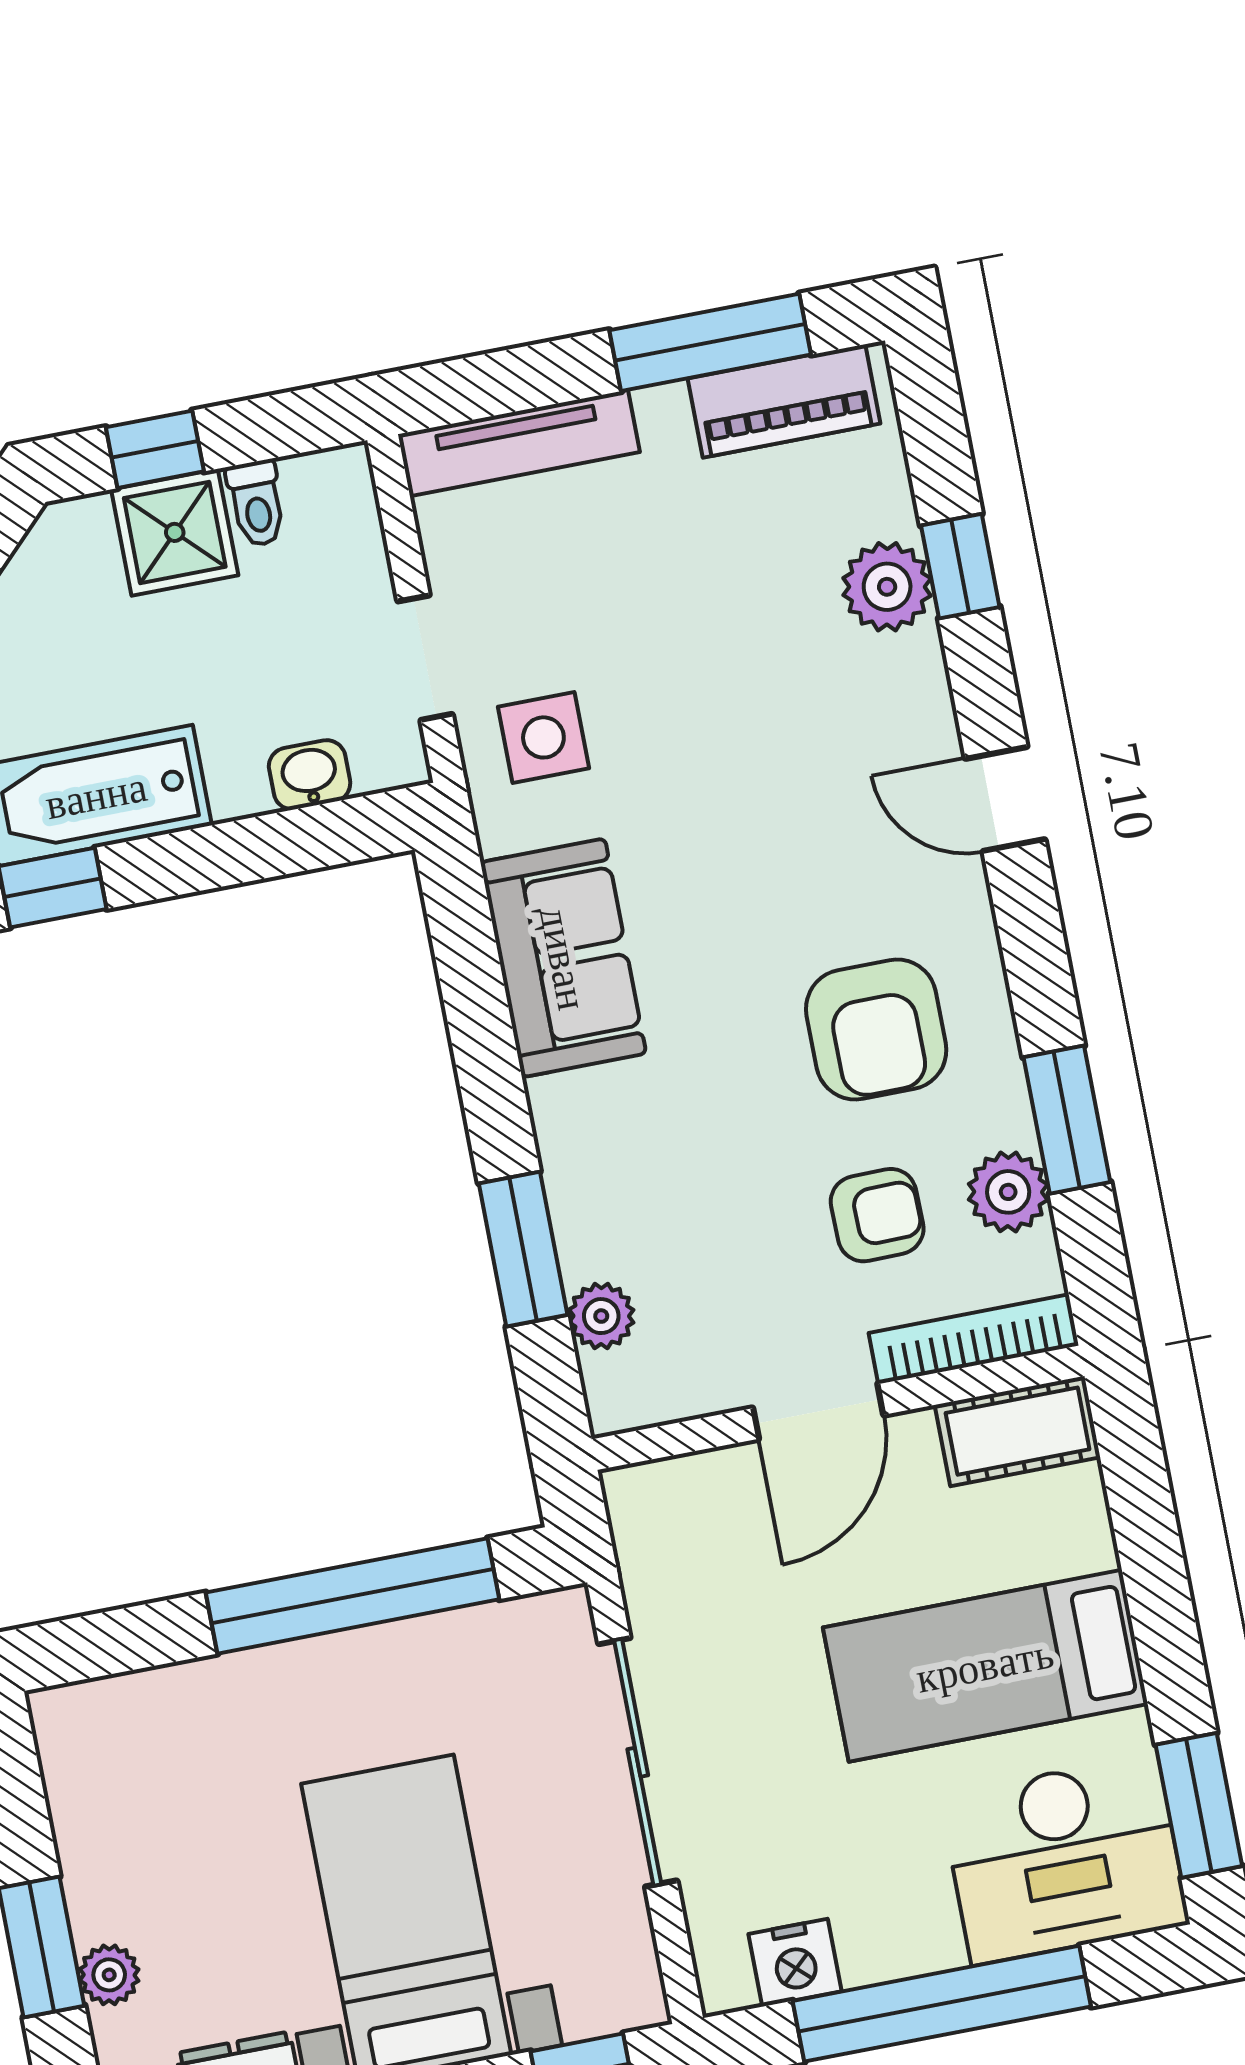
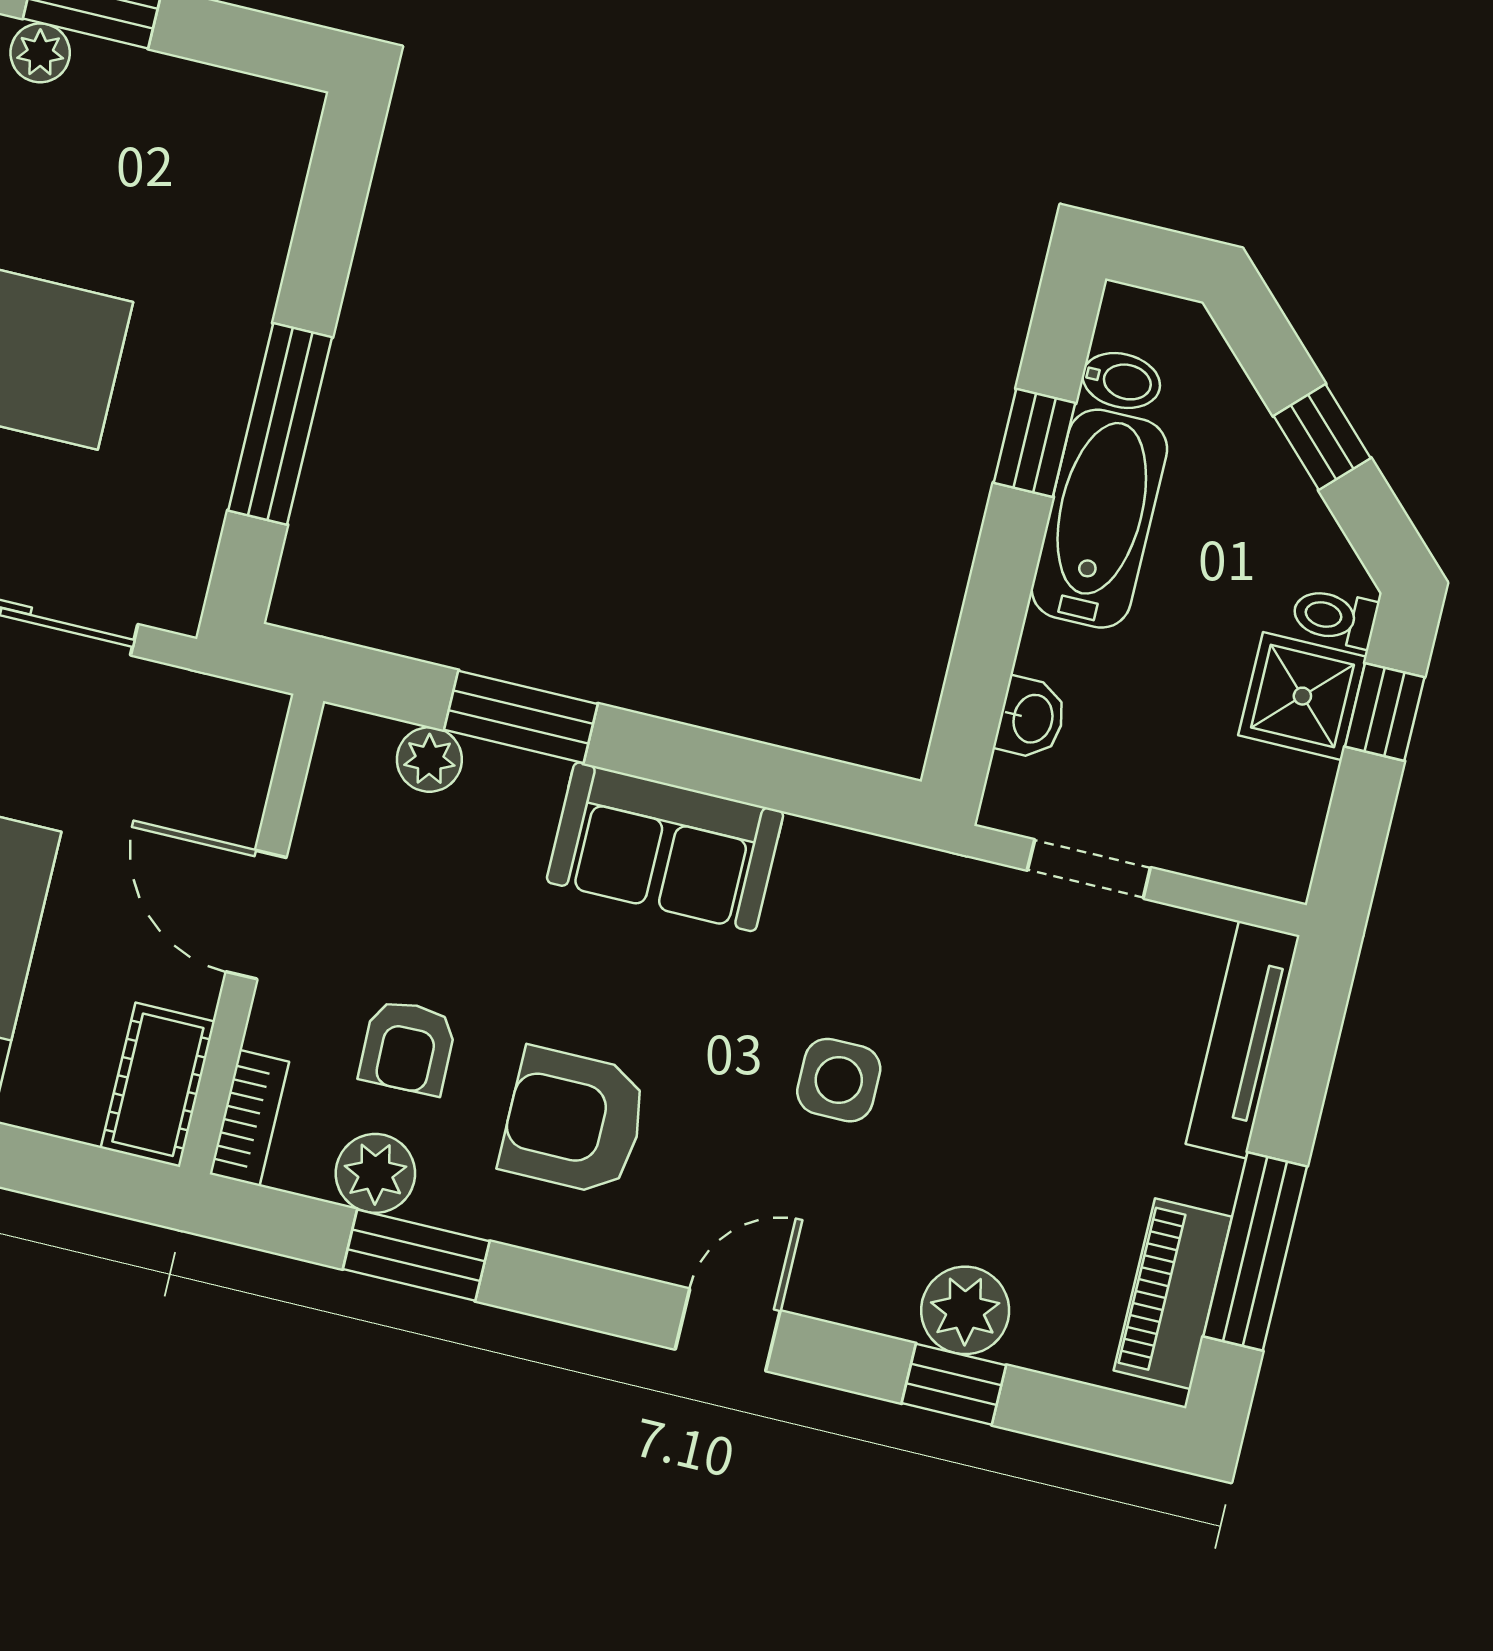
toilet: (256, 503) -> (1335, 617), moved
side table: (543, 737) -> (839, 1080), moved
sofa: (563, 958) -> (665, 847), moved
bookcase: (974, 1339) -> (249, 1118), width x0.64
window: (353, 1596) -> (280, 424), width x0.68

